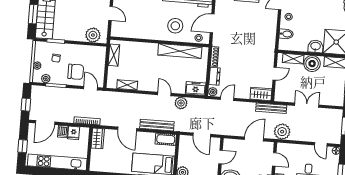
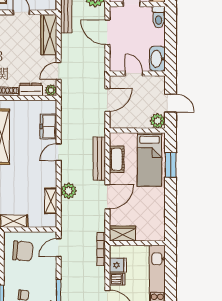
chair: (76, 72) -> (23, 251), moved, turned 95
freezer: (196, 88) -> (48, 126), moved
wardrobe: (261, 94) -> (49, 35), width x1.50
door: (227, 99) -> (59, 71), hinge flipped
plant: (181, 103) -> (69, 191), moved
cot: (166, 139) -> (117, 159), moved

